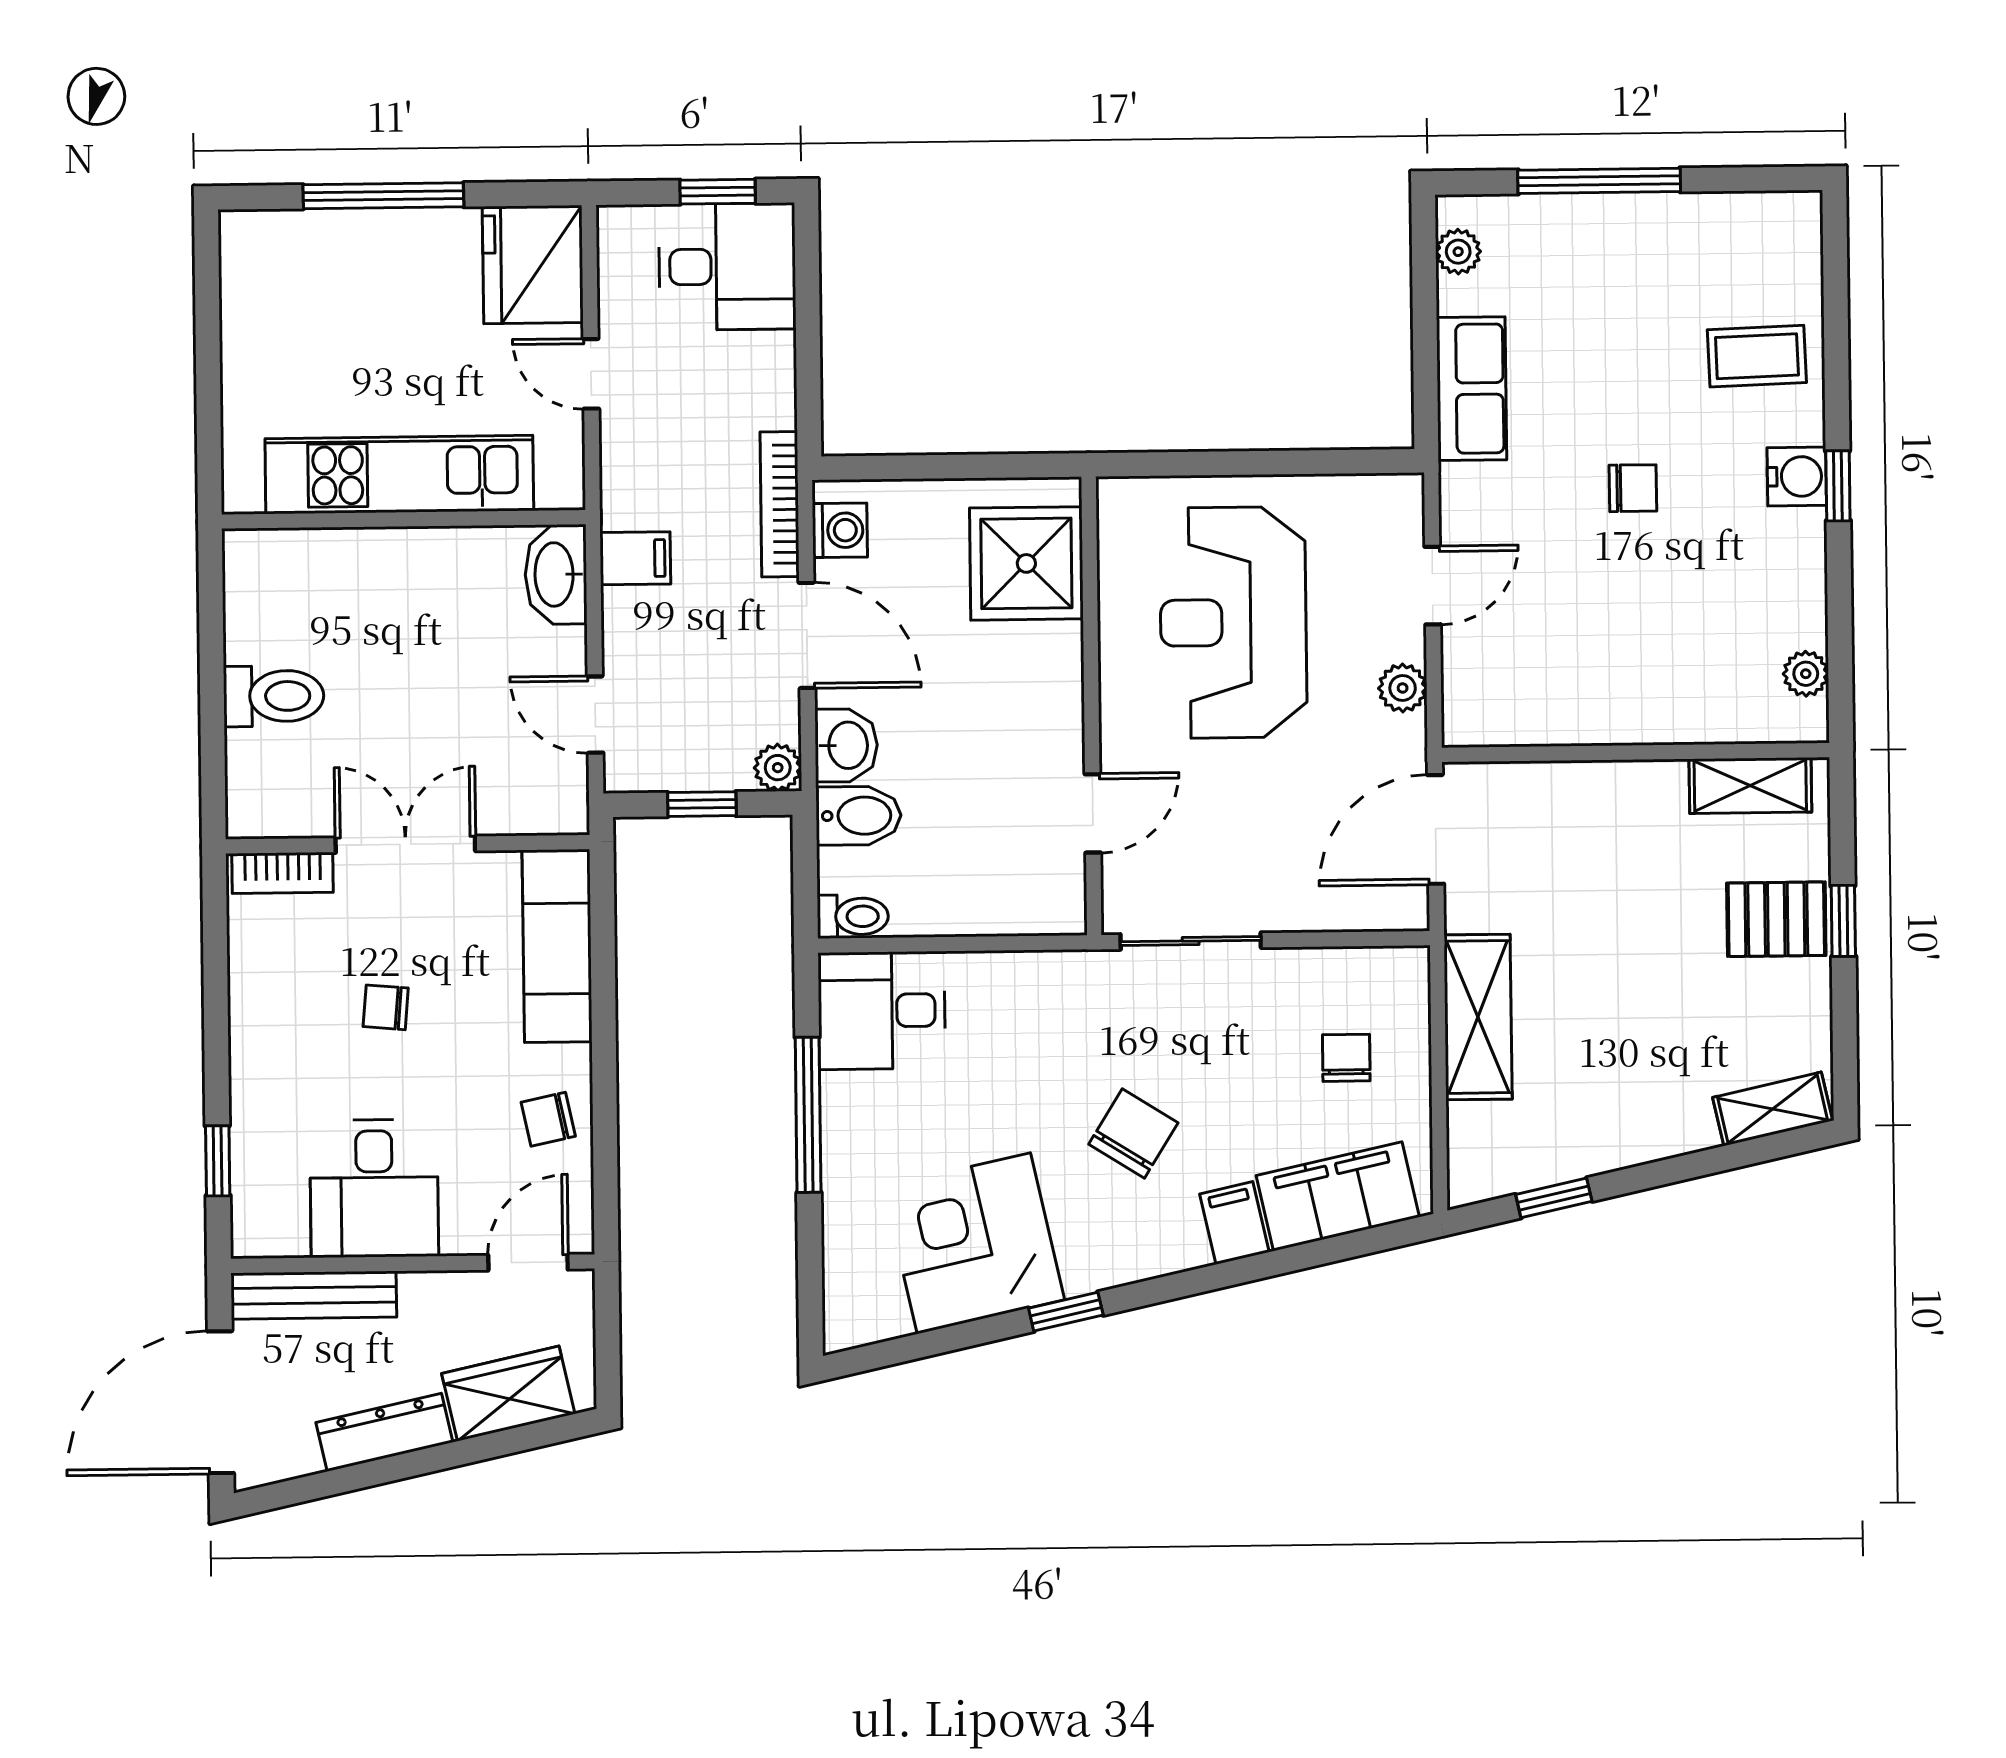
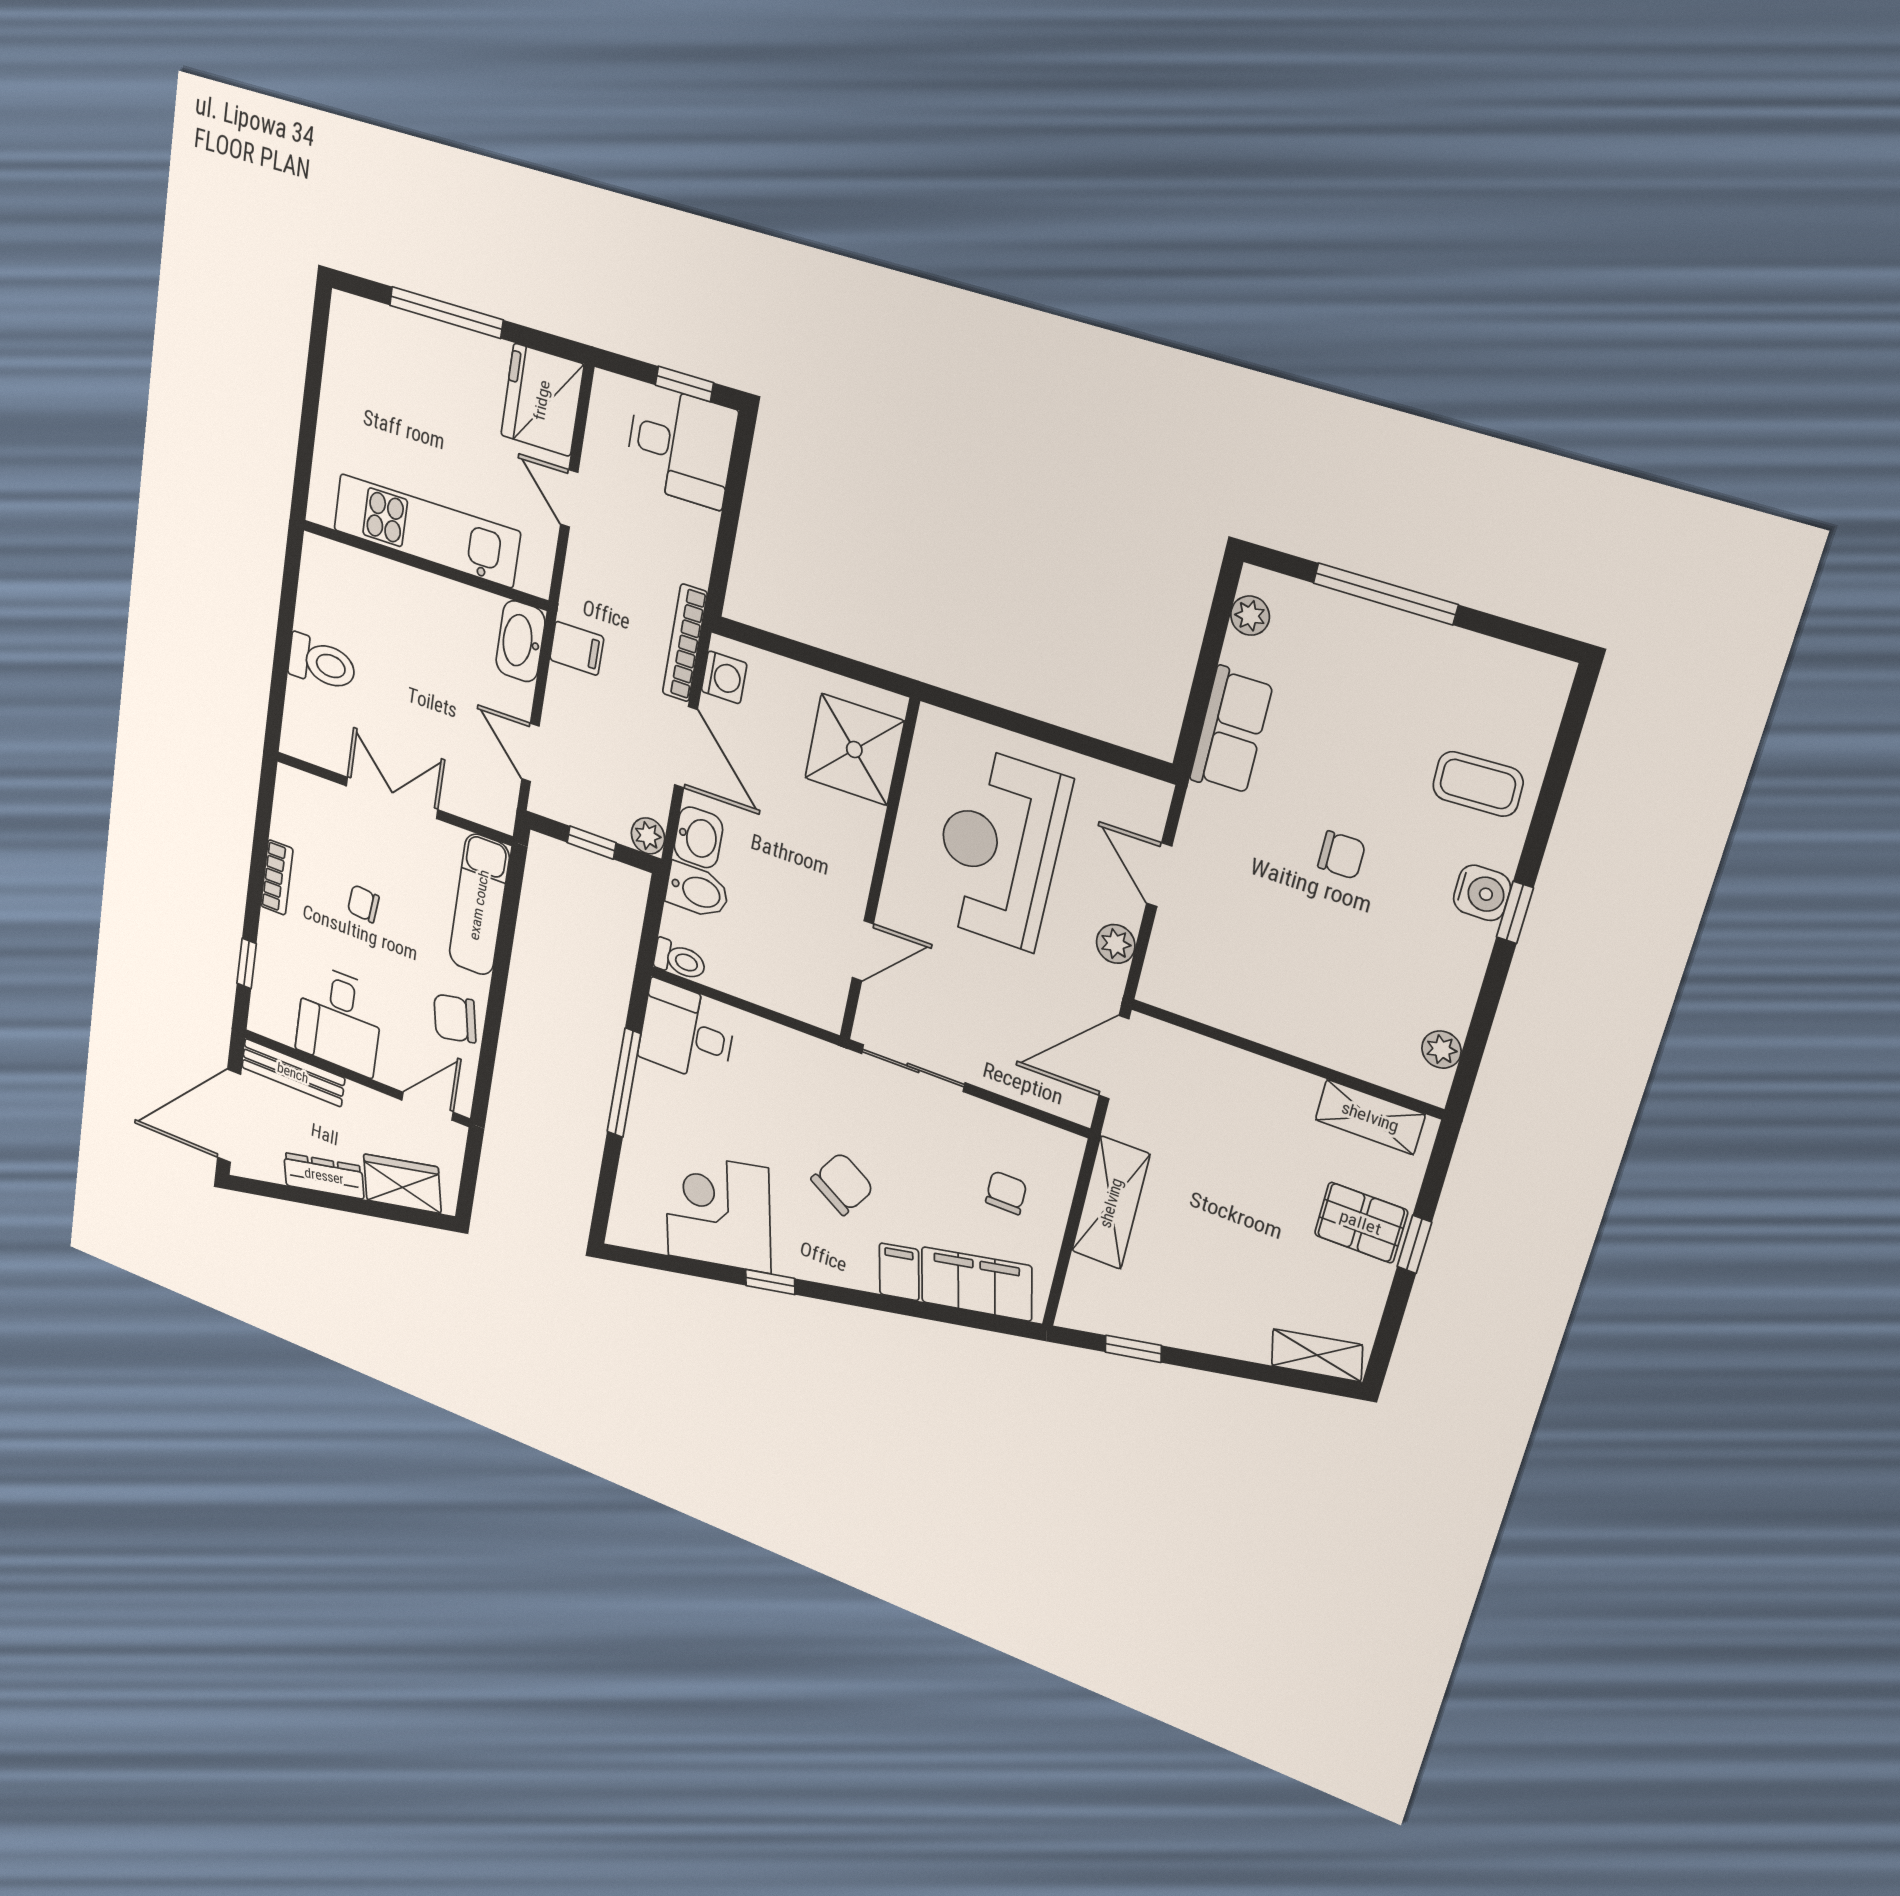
door: (1433, 586) -> (1159, 875), swing flipped
bookcase: (283, 873) -> (277, 877), moved, turned -90
chair: (548, 1119) -> (455, 1019), width x1.37, depth x1.37

